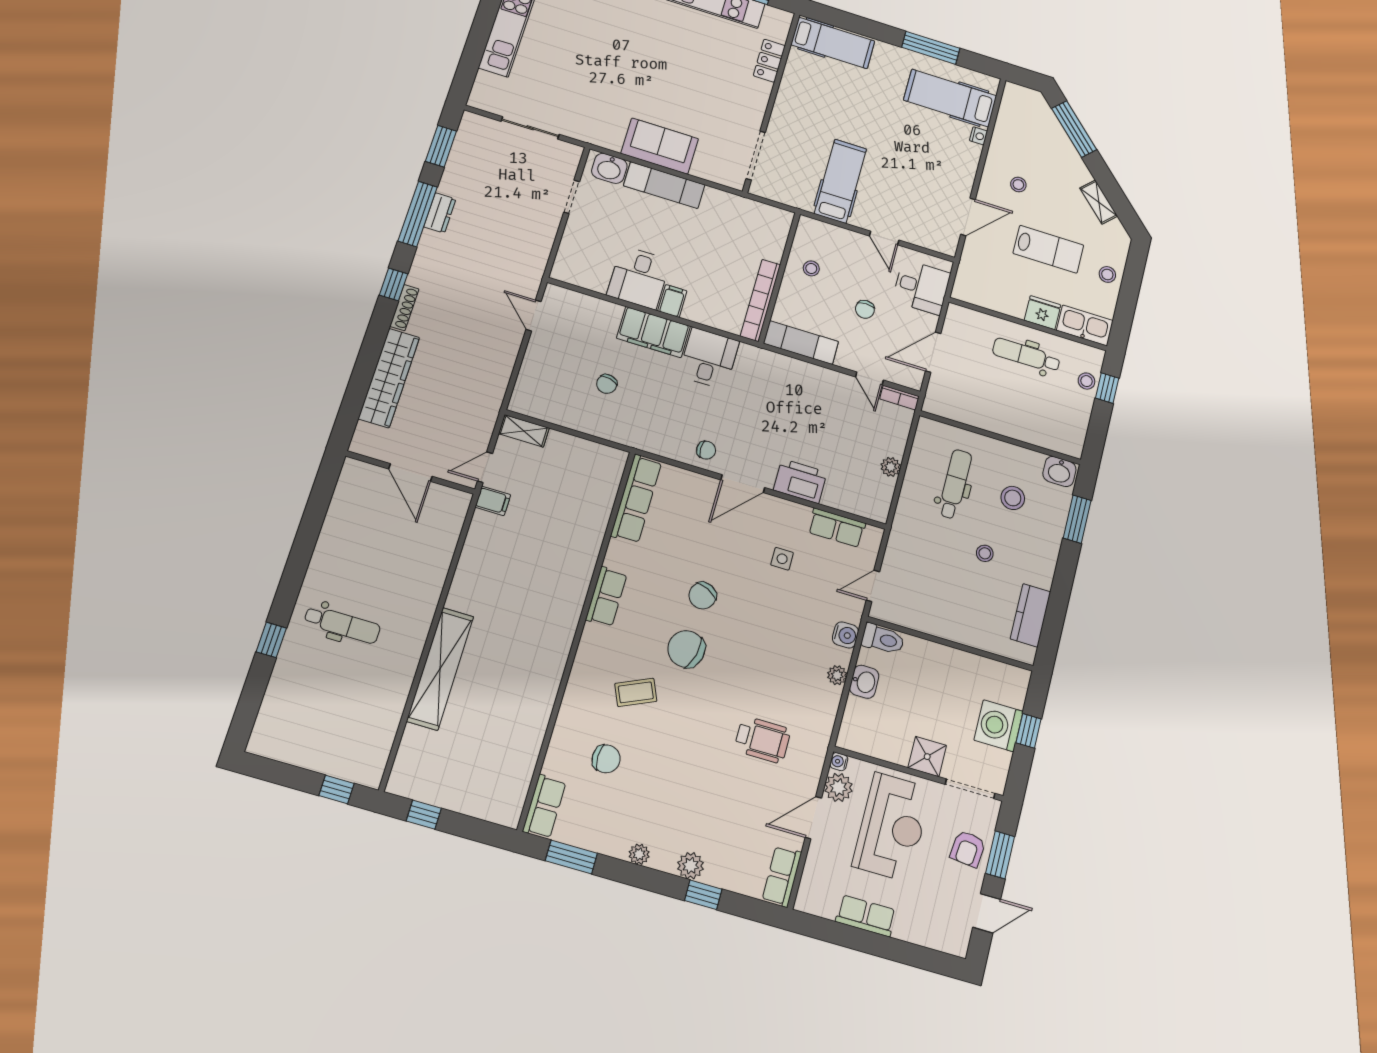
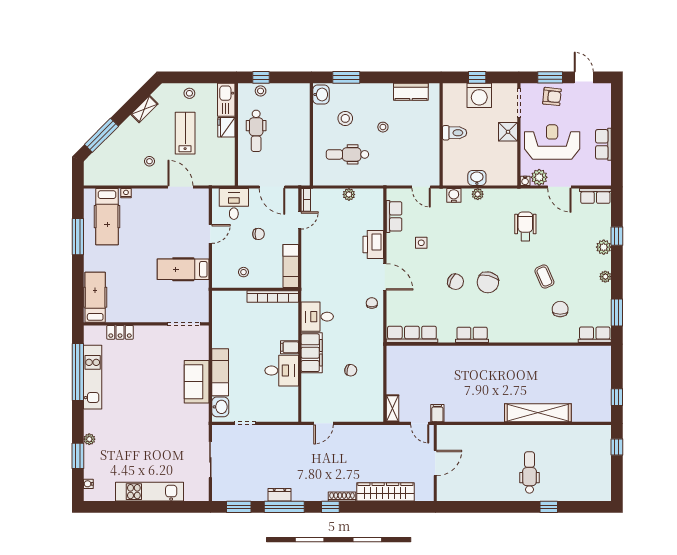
toilet: (883, 639) -> (455, 133), moved, turned 90
coffee table: (636, 692) -> (544, 277), moved

